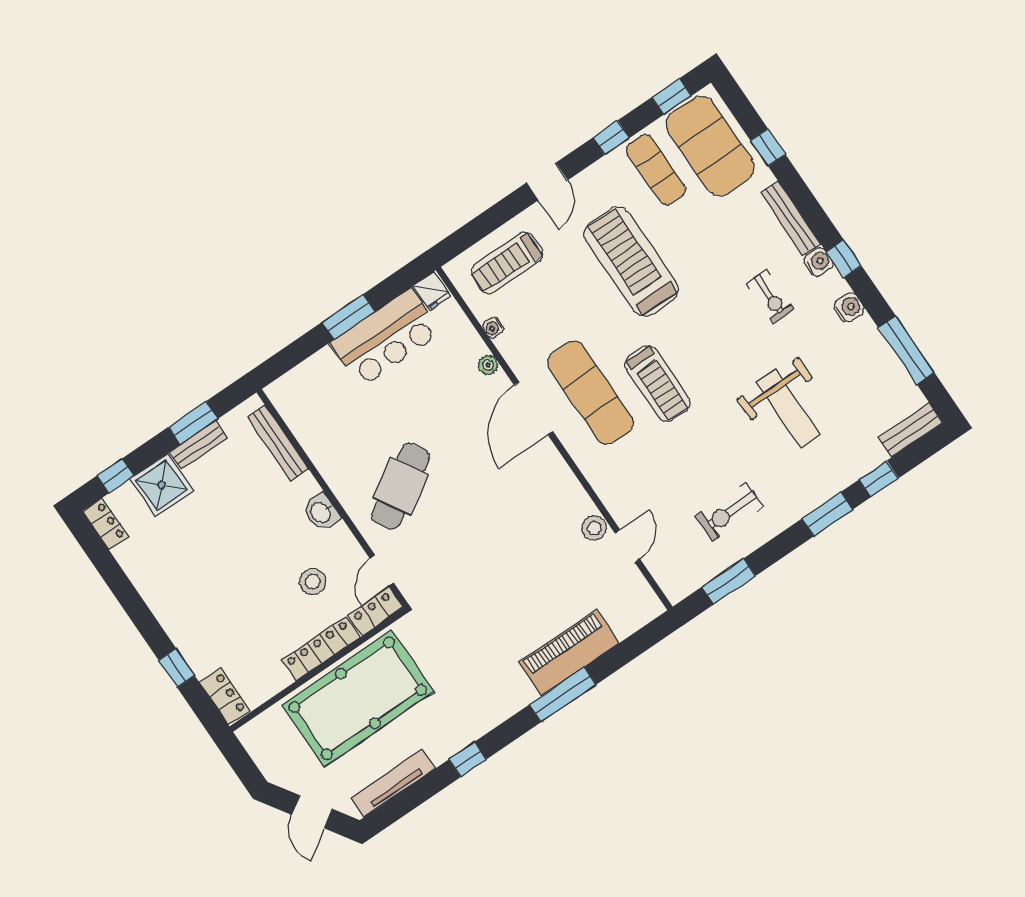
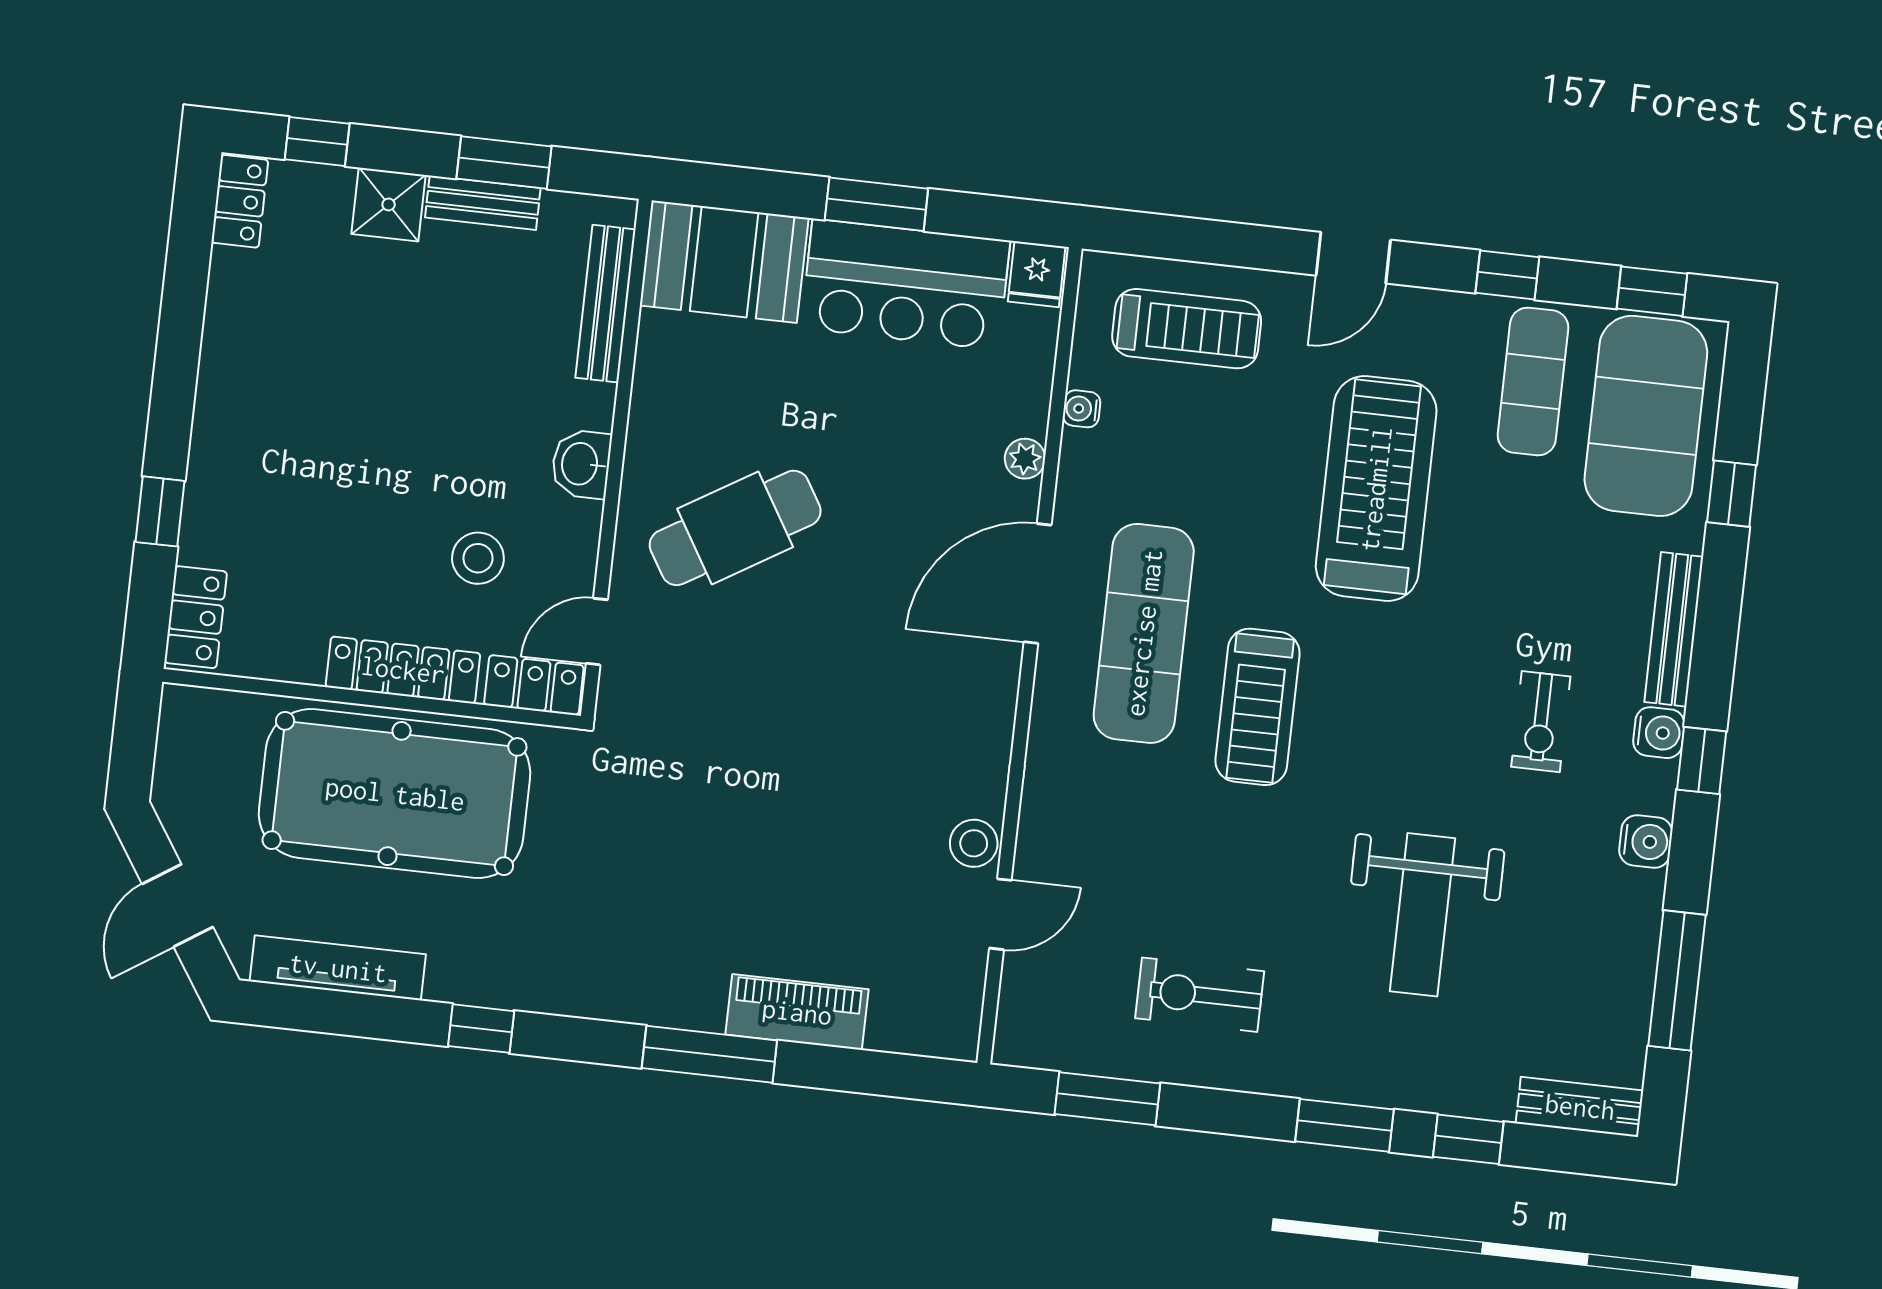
treadmill: (507, 263) -> (1187, 329), turned 180
booth: (309, 389) -> (724, 262), added
shower: (162, 485) -> (389, 204), width x0.73, depth x0.73
piano: (569, 653) -> (797, 1012), width x0.73, depth x0.75

